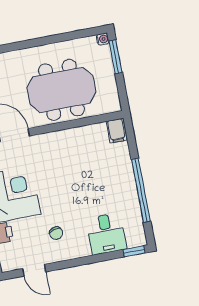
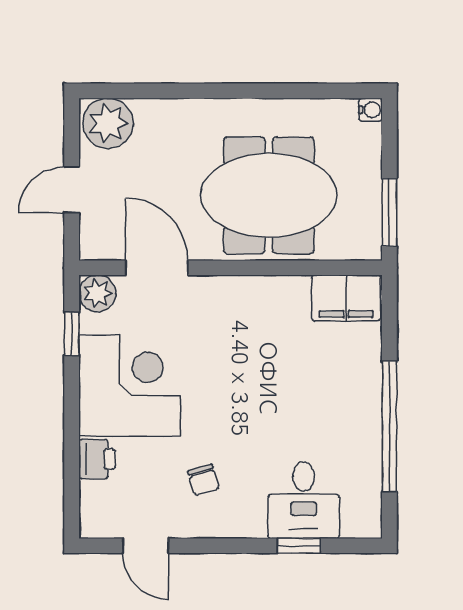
window: (115, 57) -> (389, 212), moved
filing cabinet: (117, 131) -> (346, 298), width x2.00
window: (134, 251) -> (299, 546), moved

